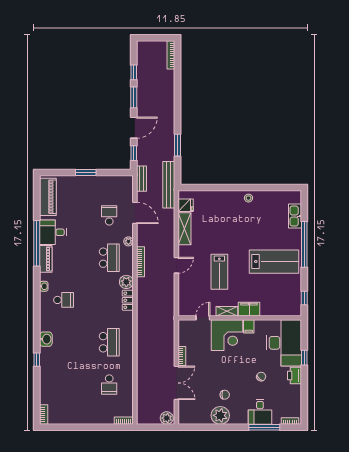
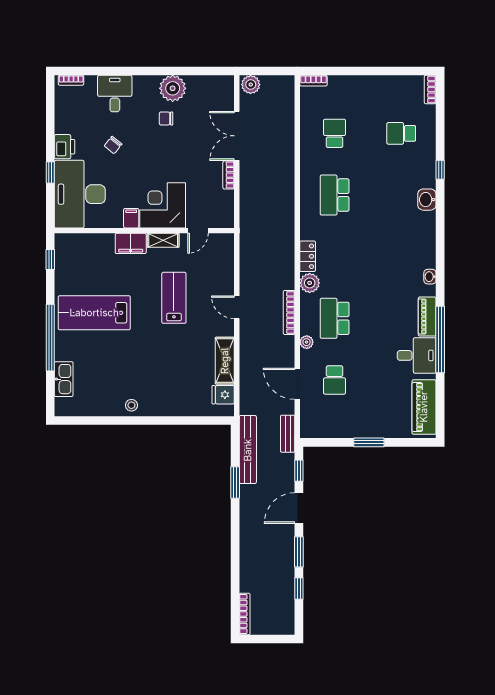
bench: (169, 185) -> (248, 450), moved
door: (176, 265) -> (237, 307), hinge flipped
school desk: (64, 300) -> (401, 133), moved
window: (264, 427) -> (109, 71), removed

